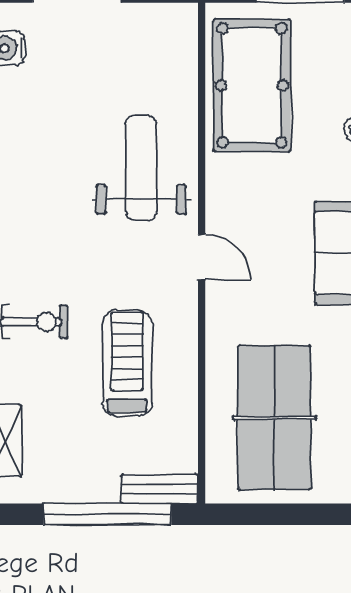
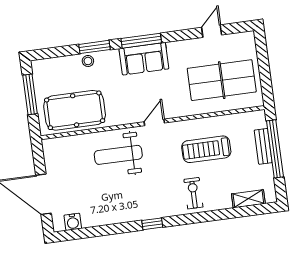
bench: (159, 489) -> (263, 146), moved

